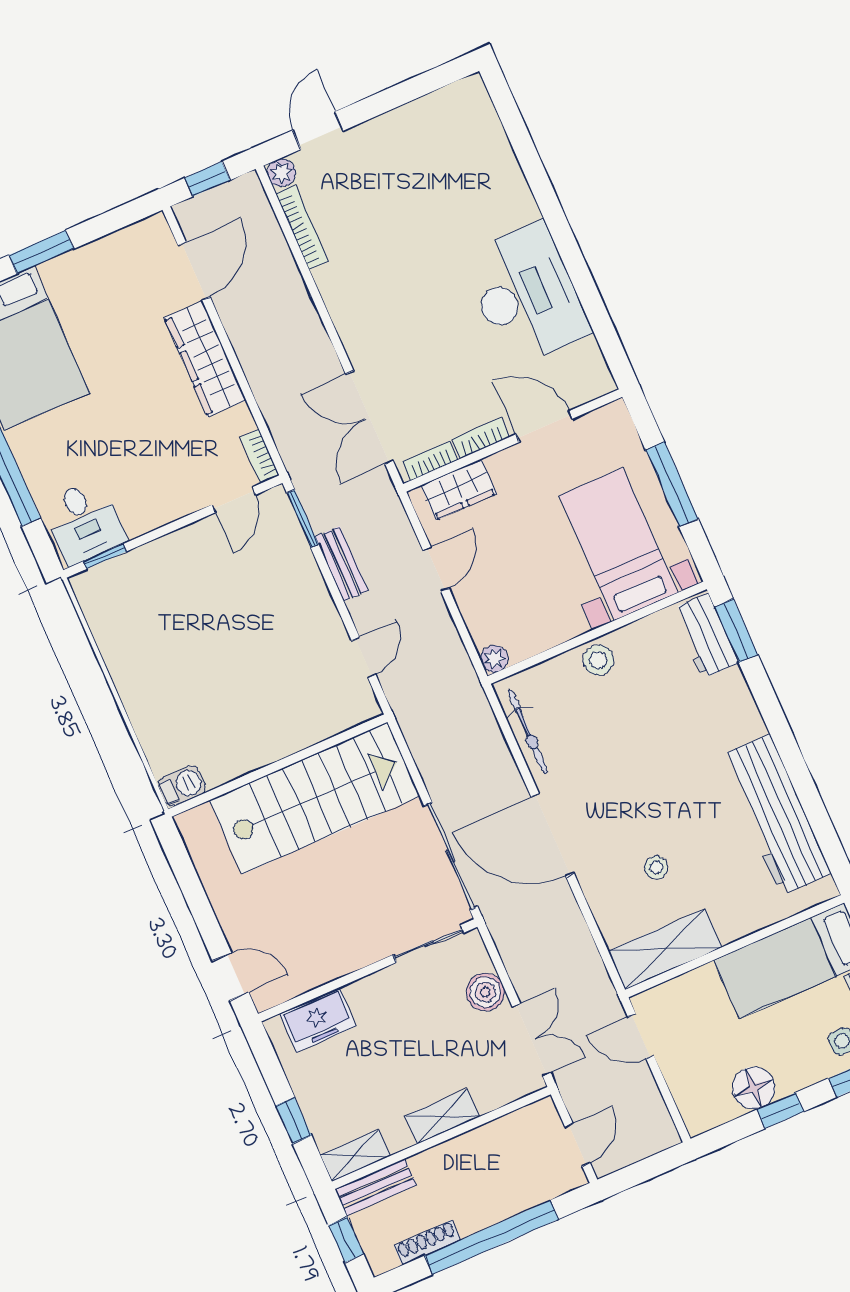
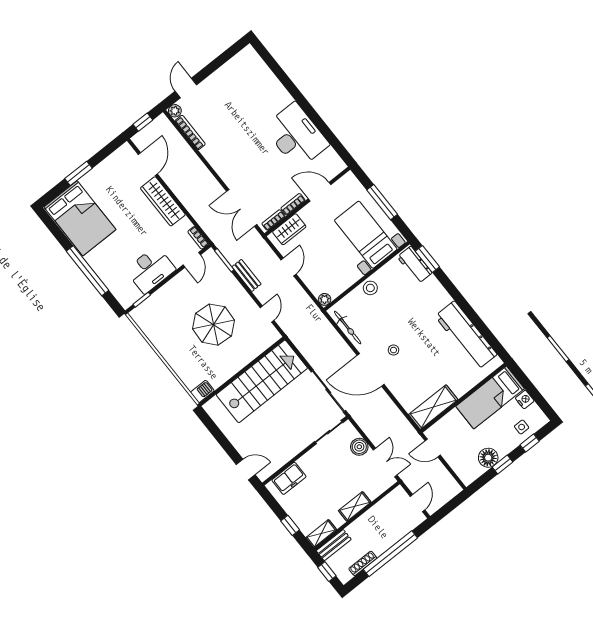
desk: (84, 522) -> (151, 270), moved, width x1.37
parasol: (244, 650) -> (214, 325), added
stool: (656, 868) -> (393, 350), moved

